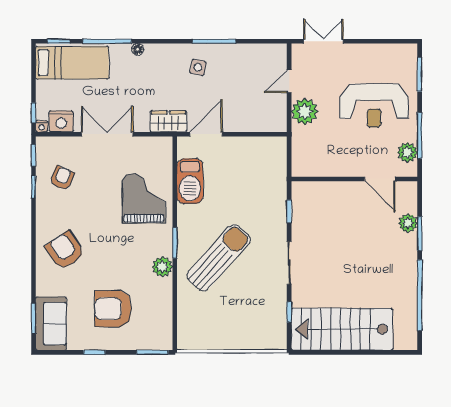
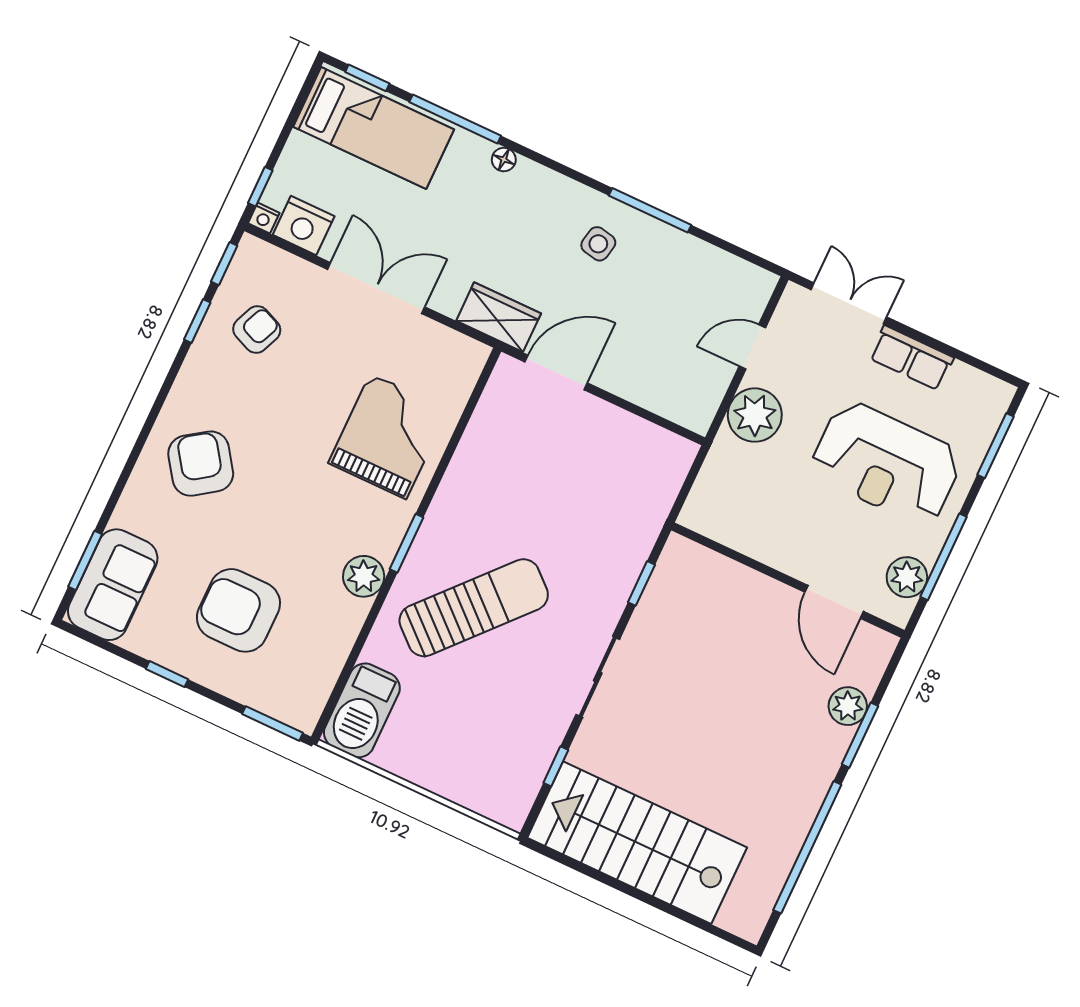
row of seats: (363, 53) -> (911, 358), added
barbecue: (190, 181) -> (362, 710), moved

